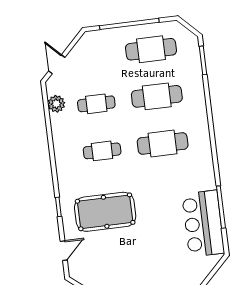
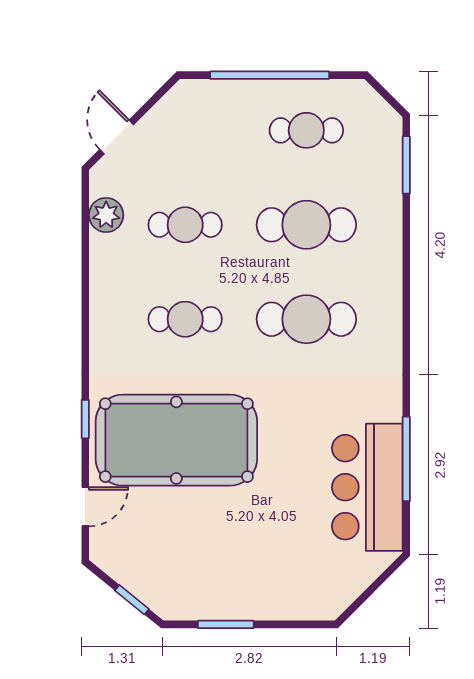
cafe table: (151, 49) -> (306, 130), width x0.73, depth x0.74
pool table: (105, 212) -> (176, 440), width x1.36, depth x1.32

